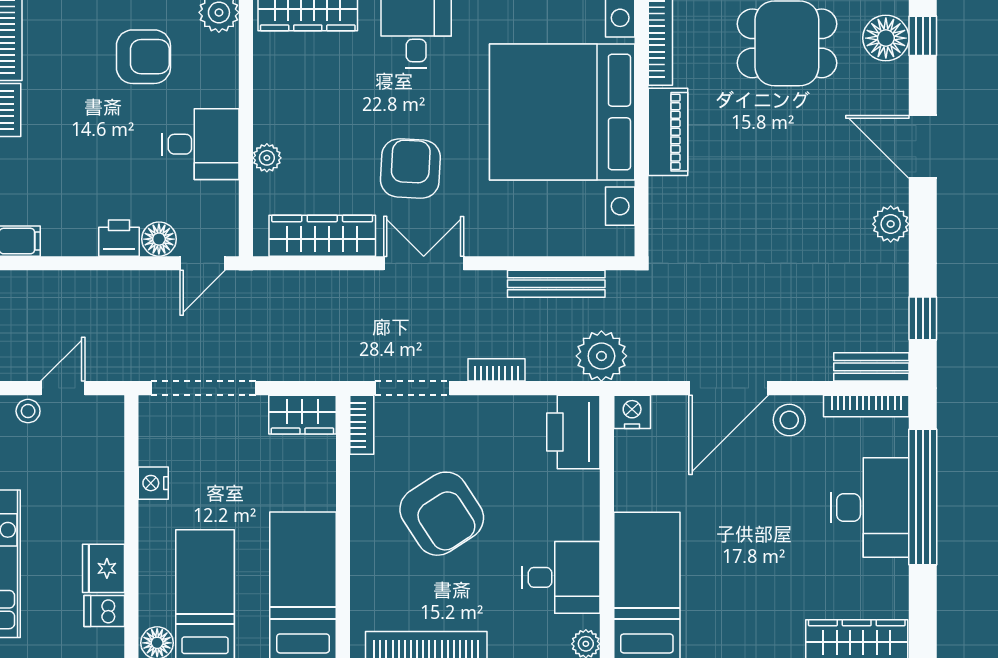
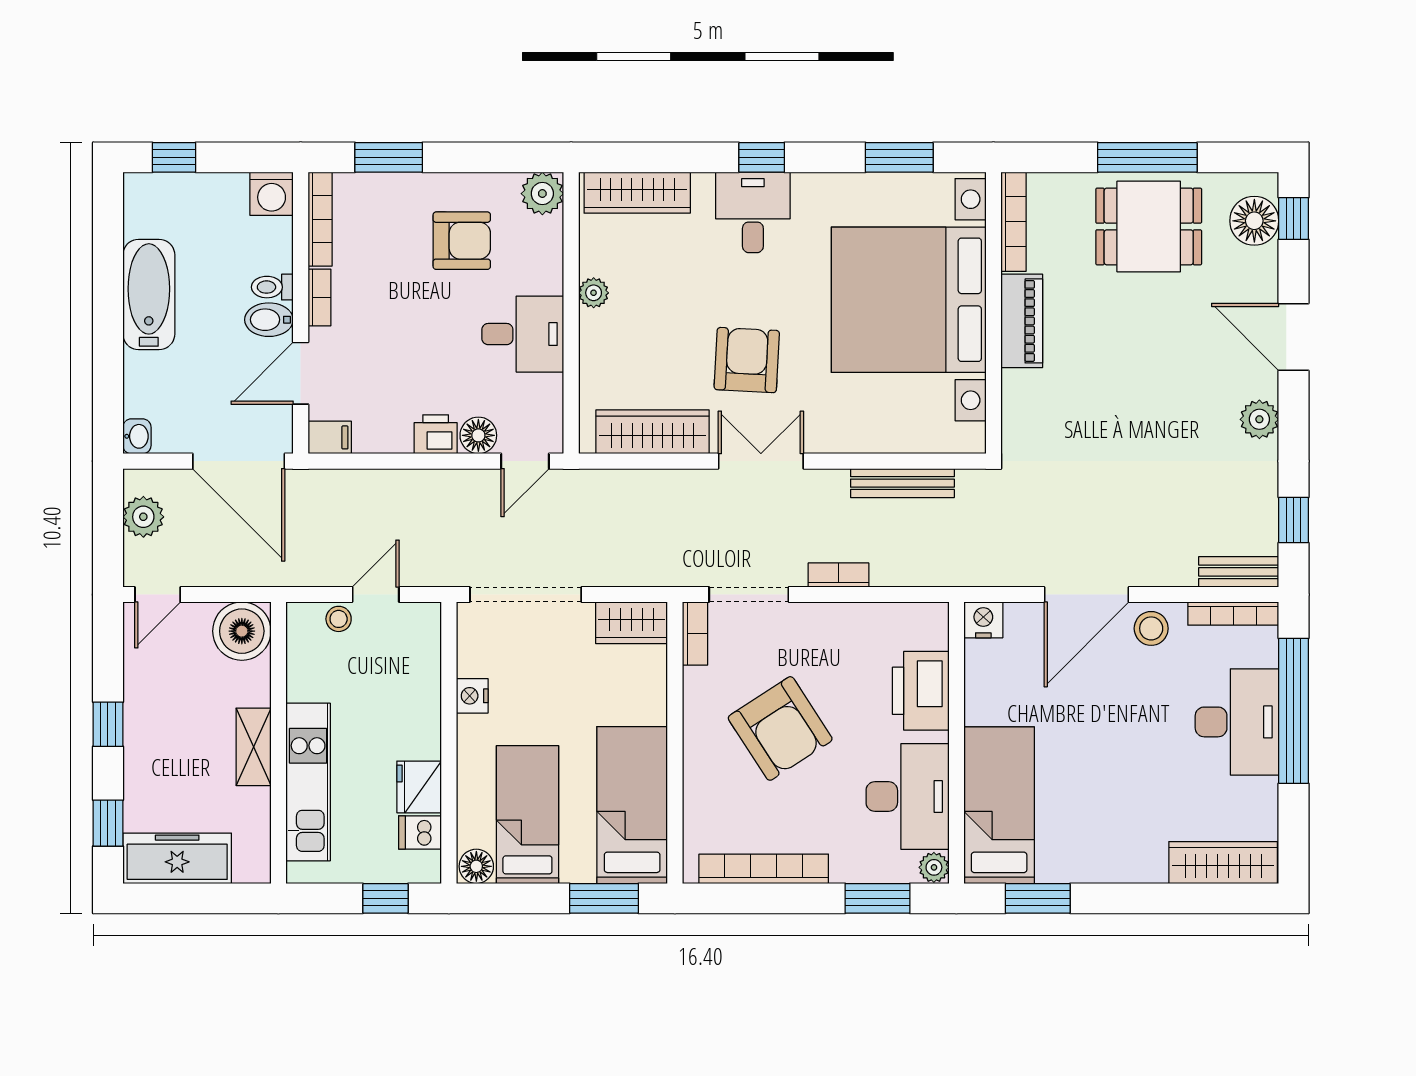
plant: (267, 158) -> (594, 293), moved
plant: (601, 356) -> (951, 560), removed
printer: (573, 432) -> (921, 691), moved
desk: (561, 577) -> (908, 796), width x1.37

